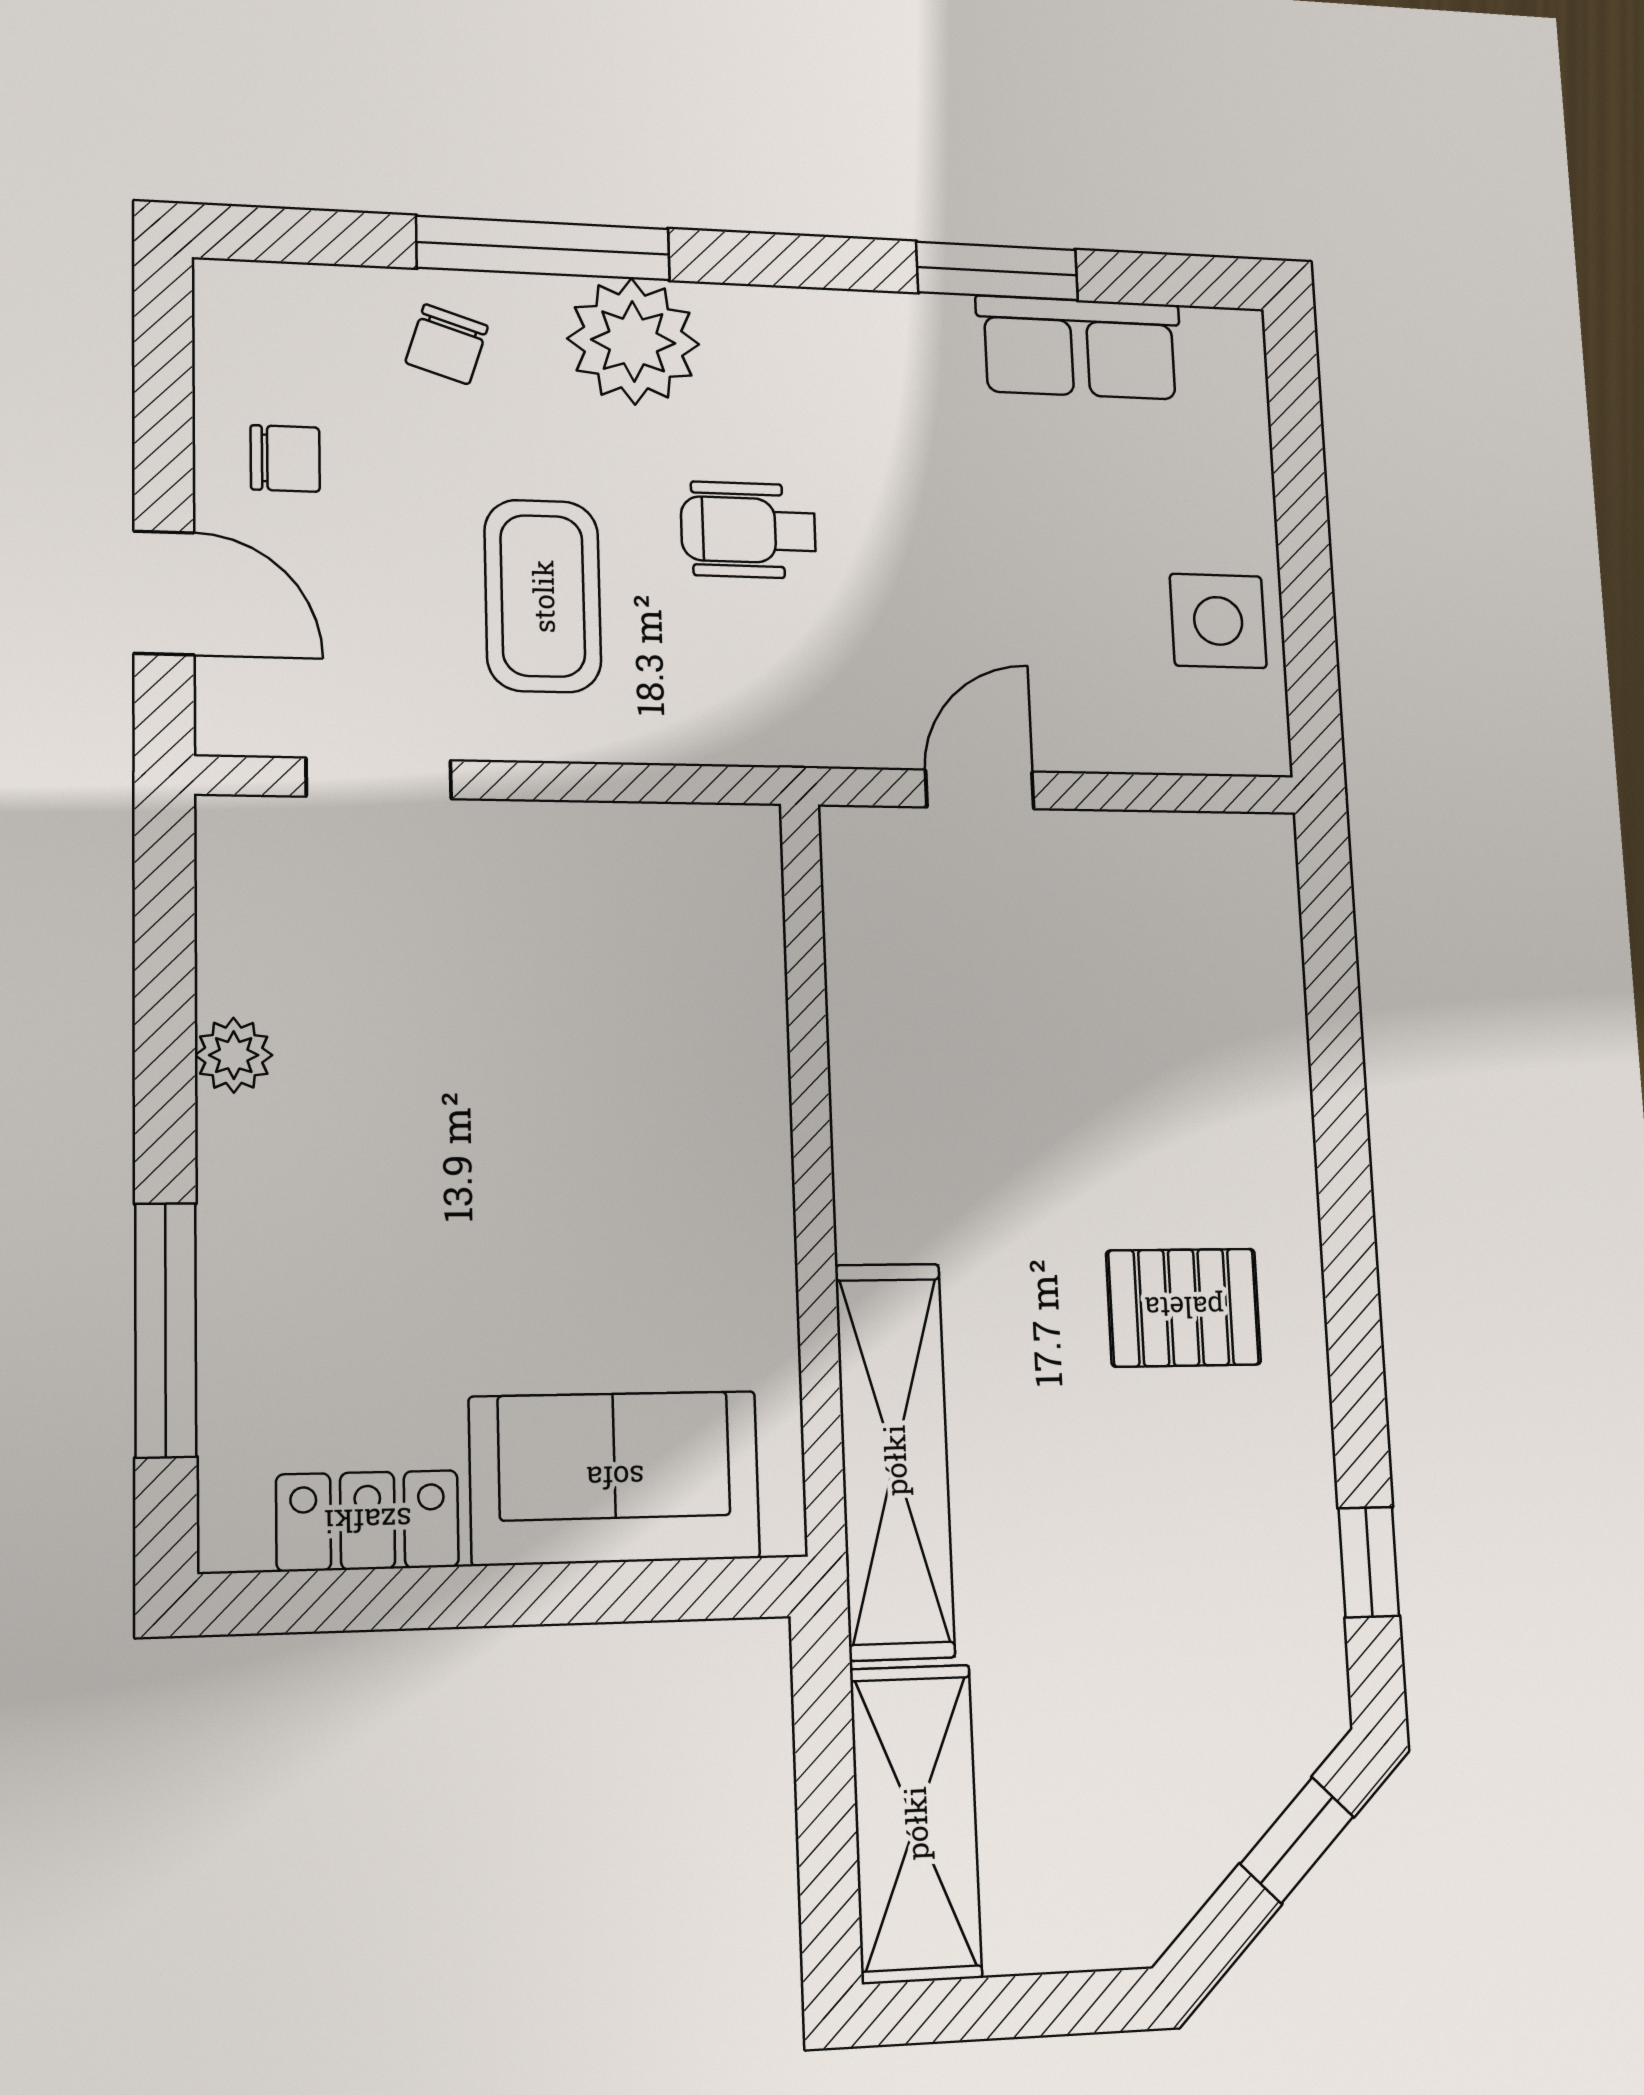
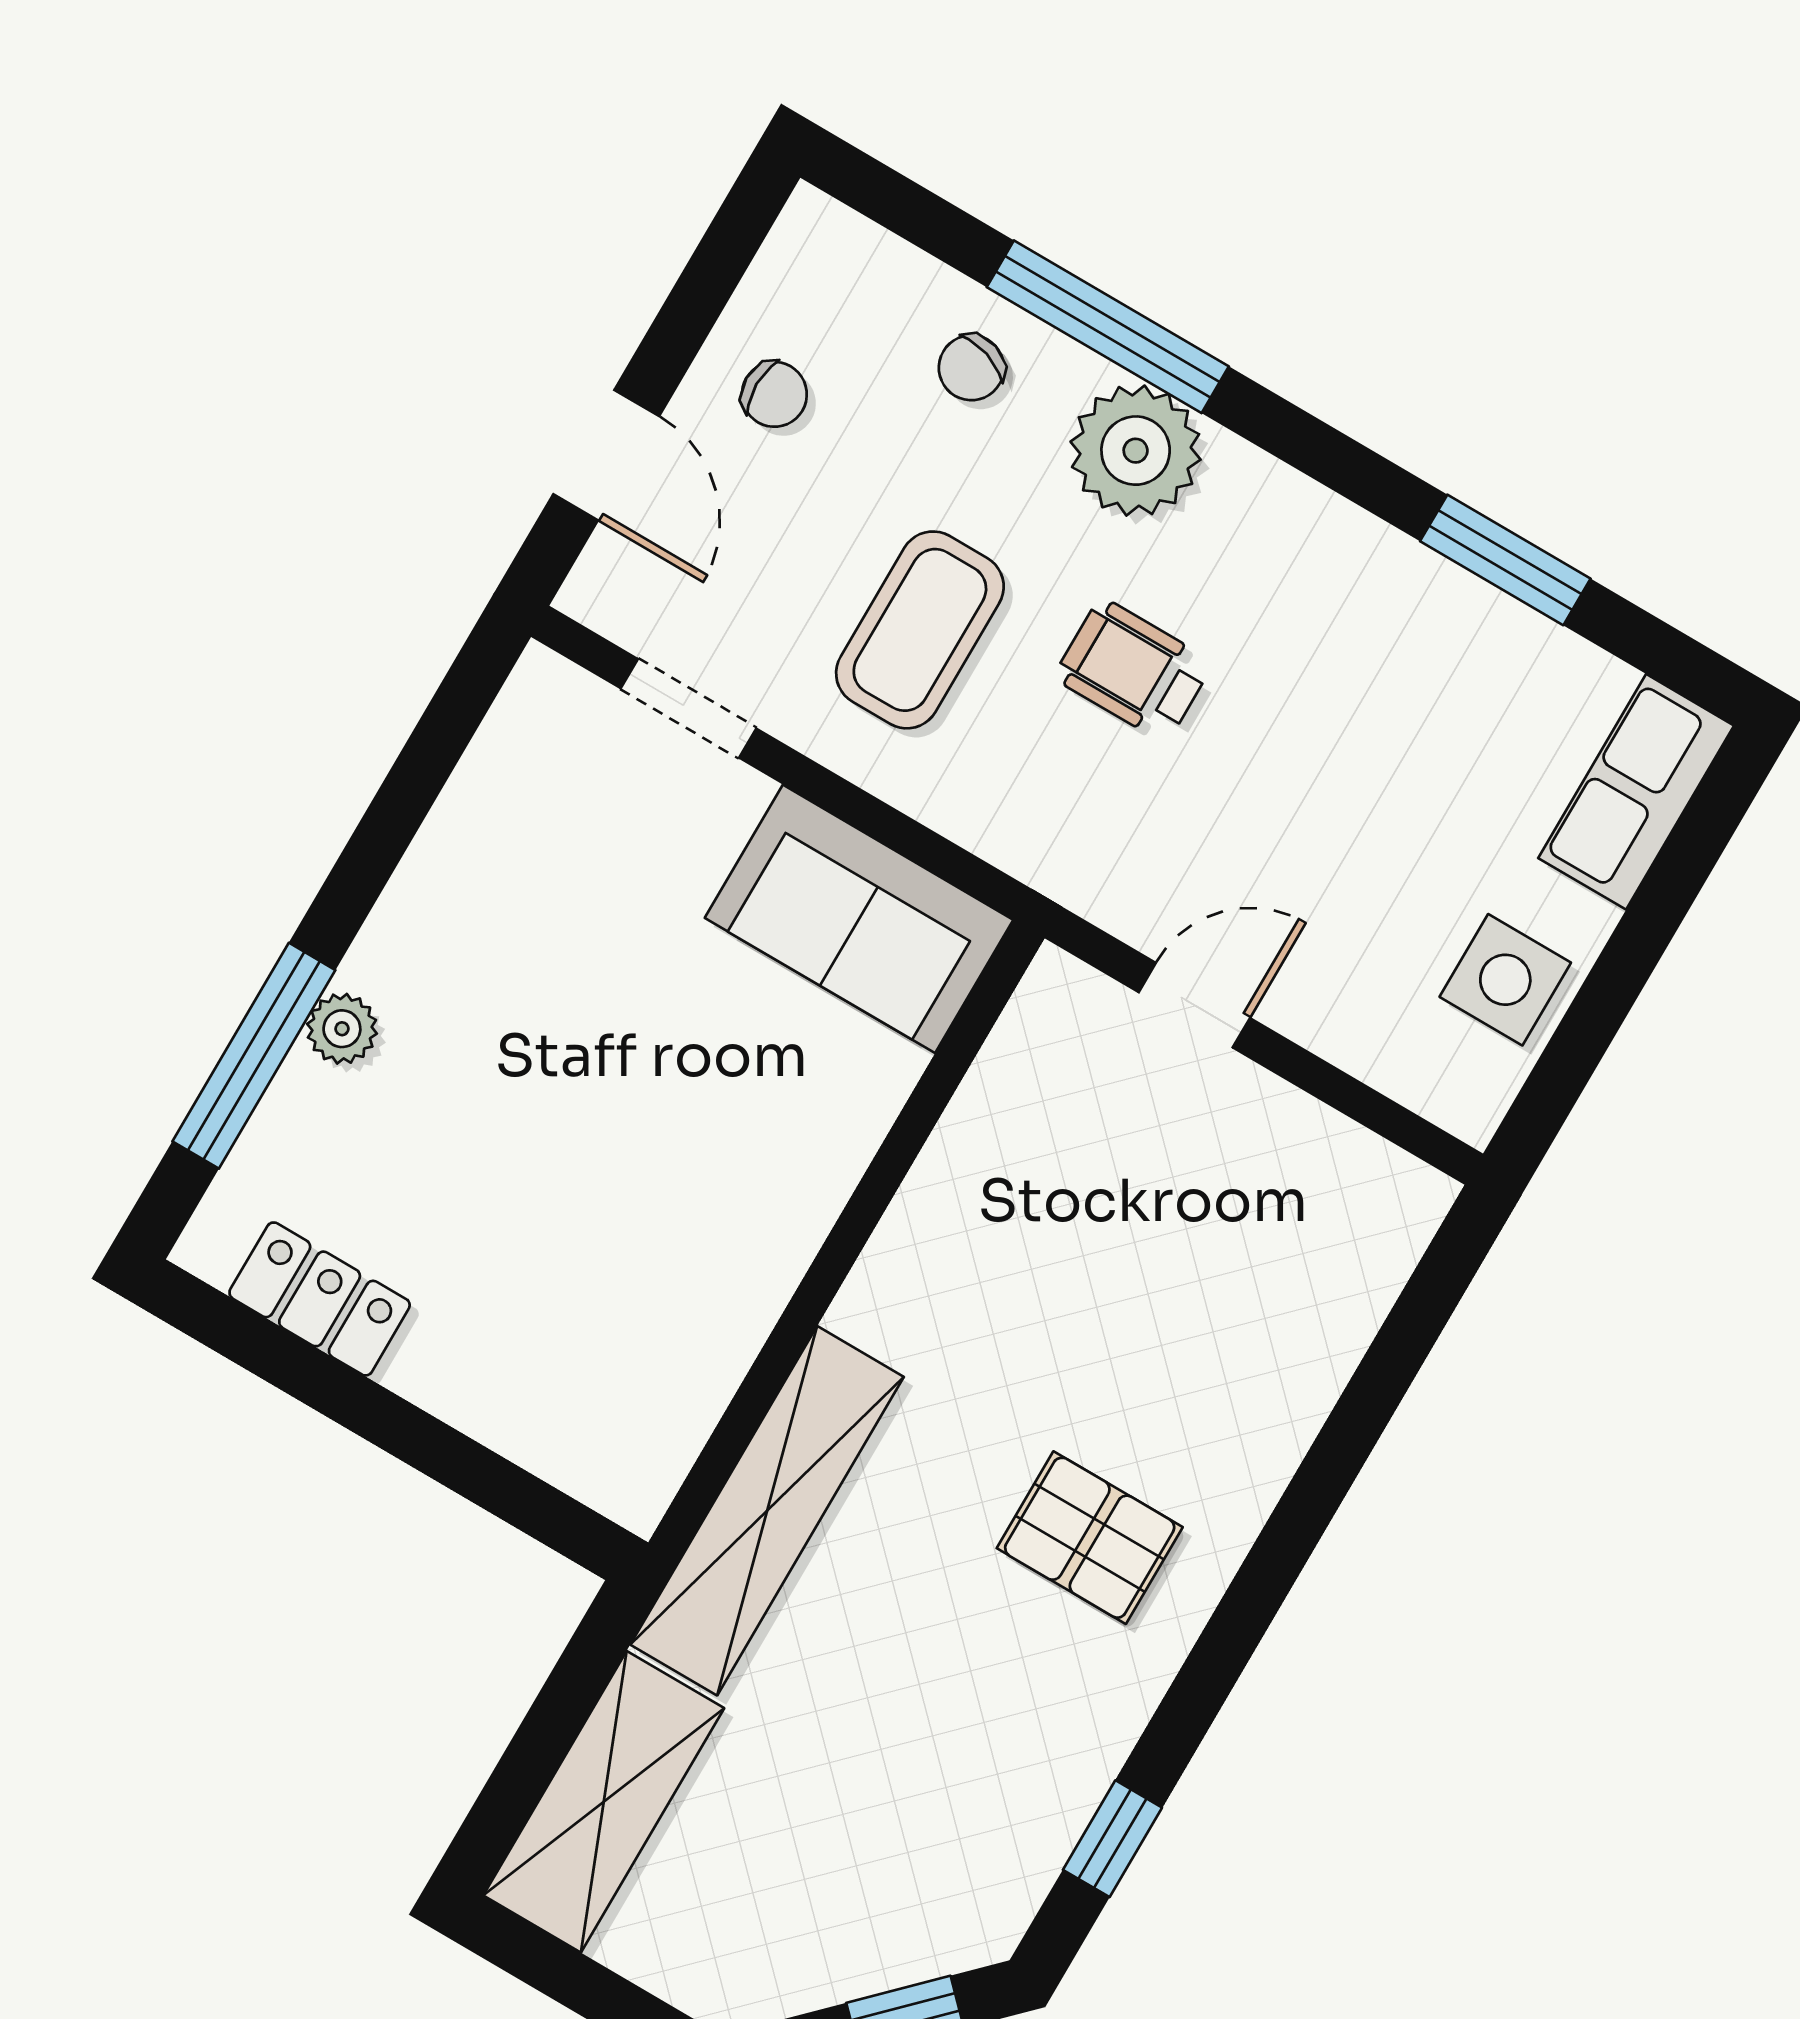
row of seats: (1080, 348) -> (1636, 792), moved, turned 90
plant: (234, 1055) -> (342, 1029), moved
sofa: (615, 1478) -> (859, 919), moved, turned 180

